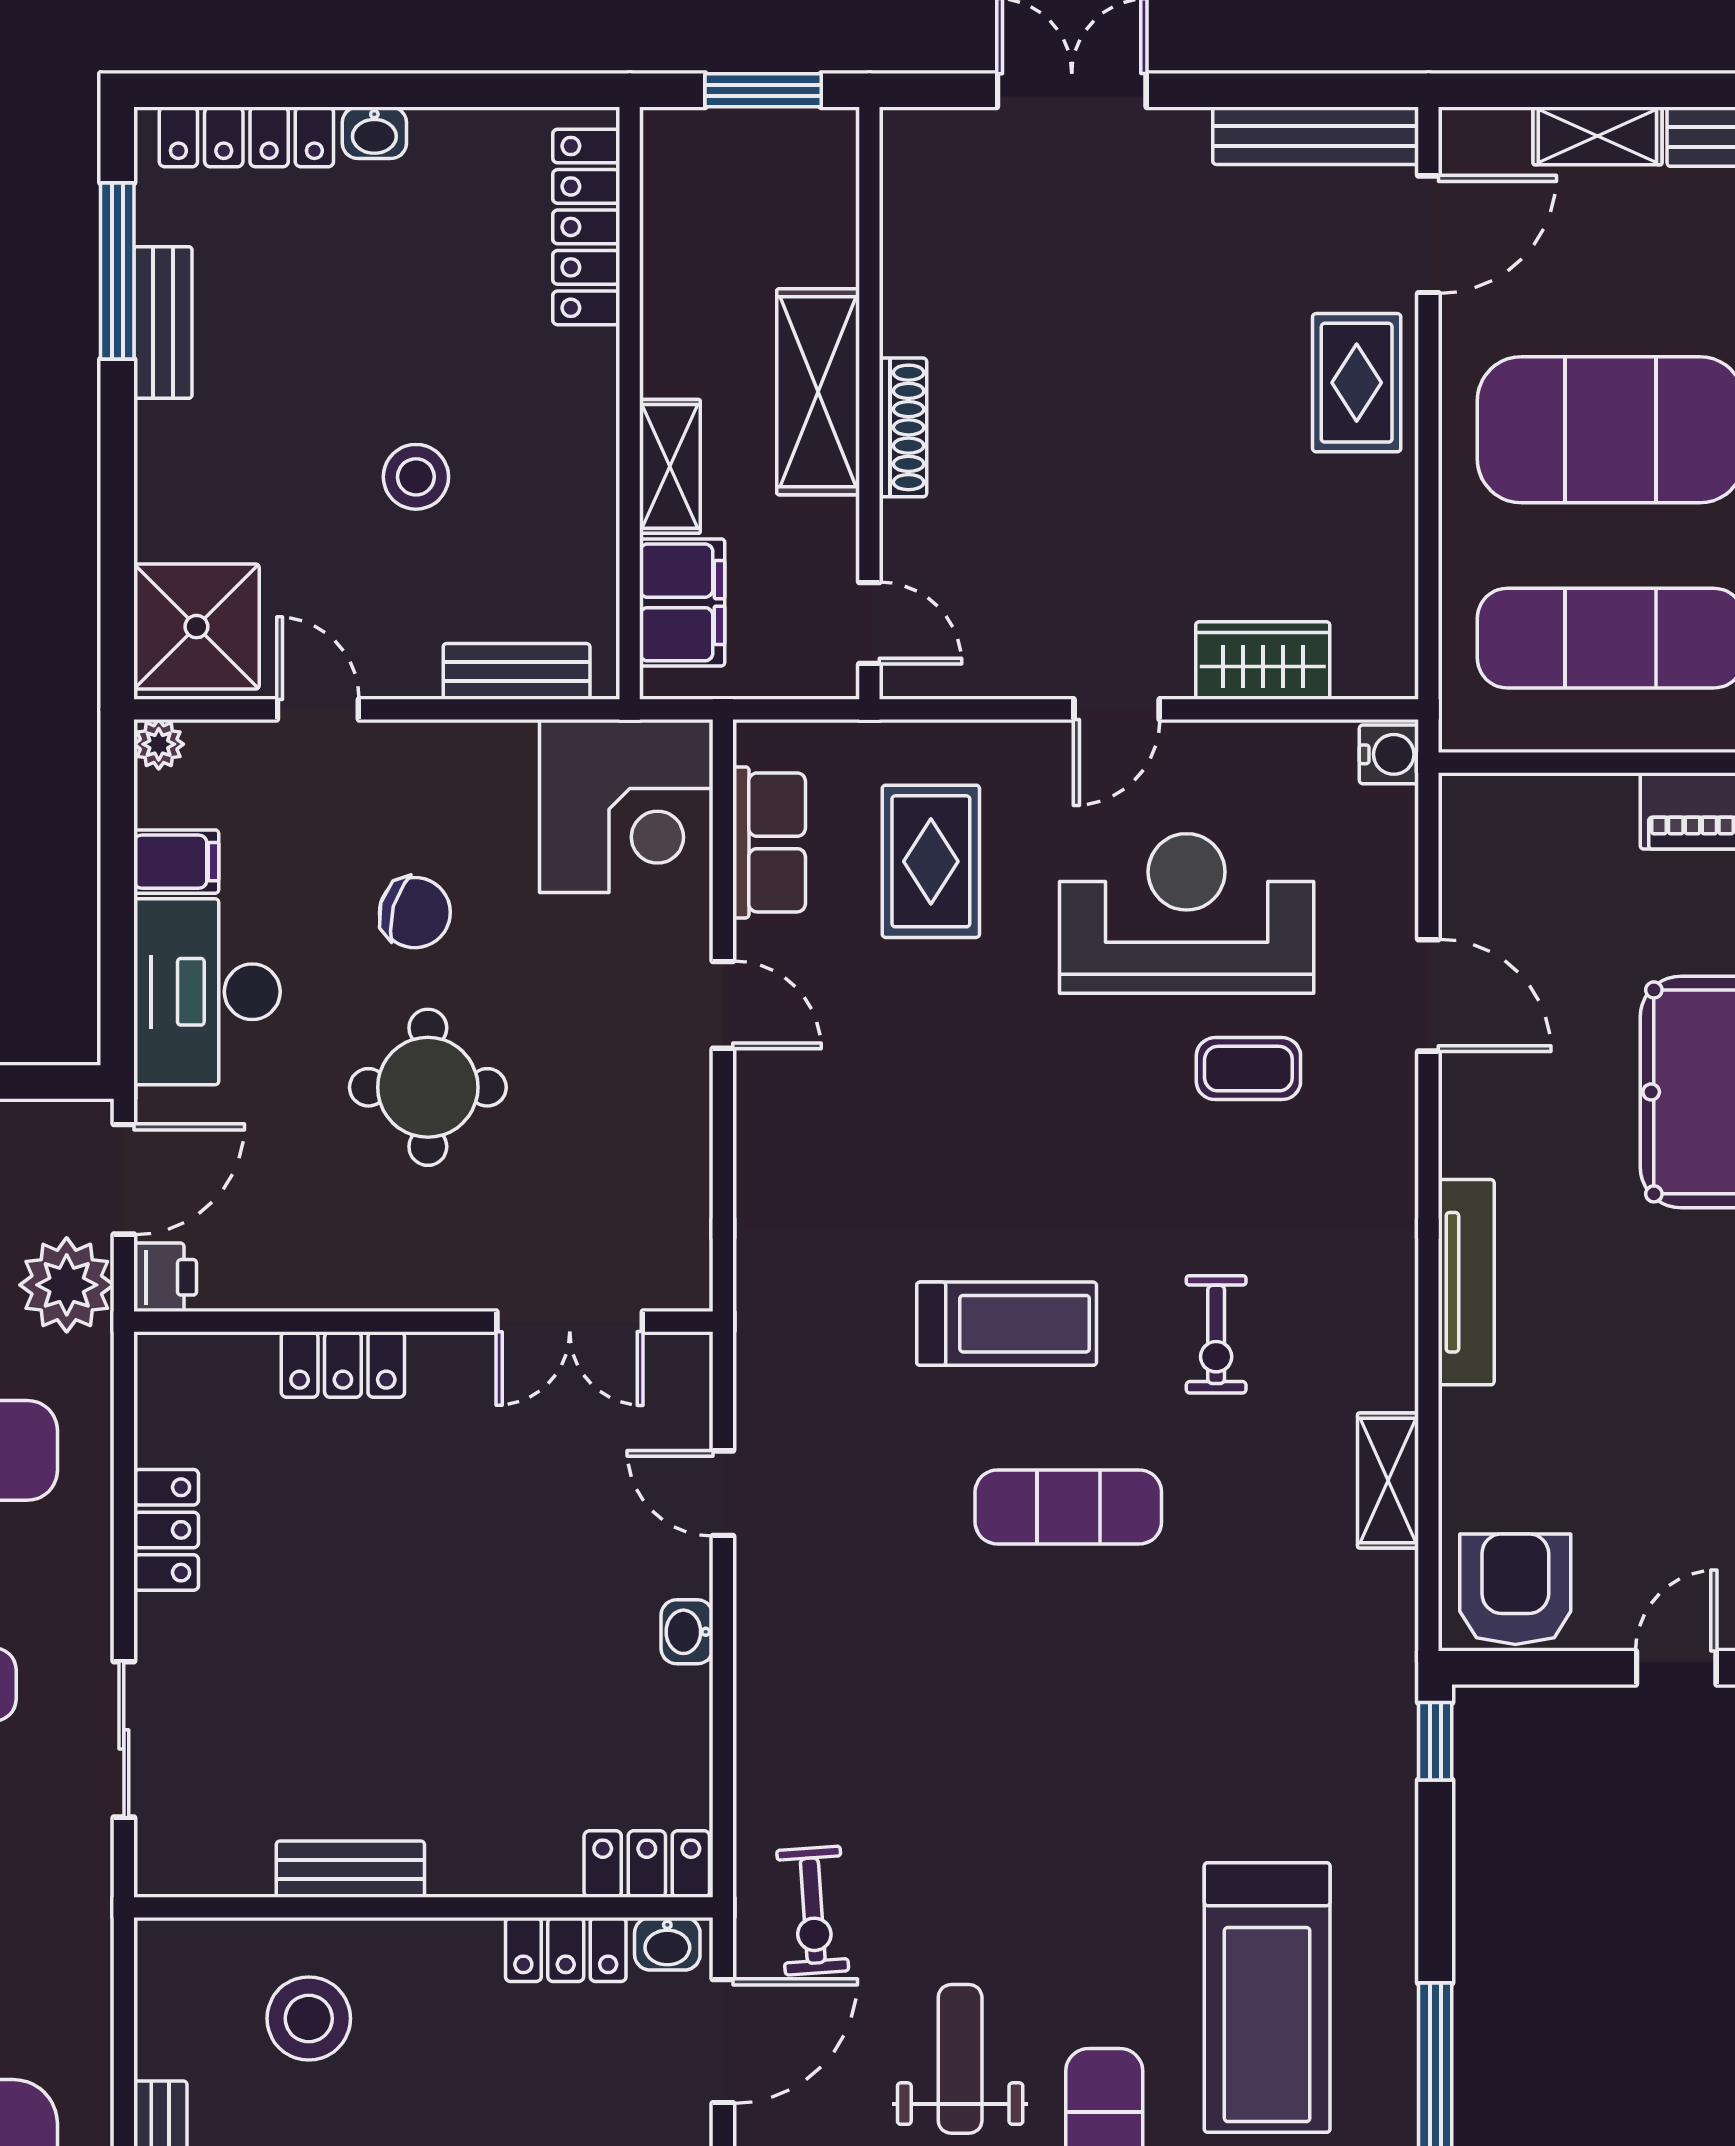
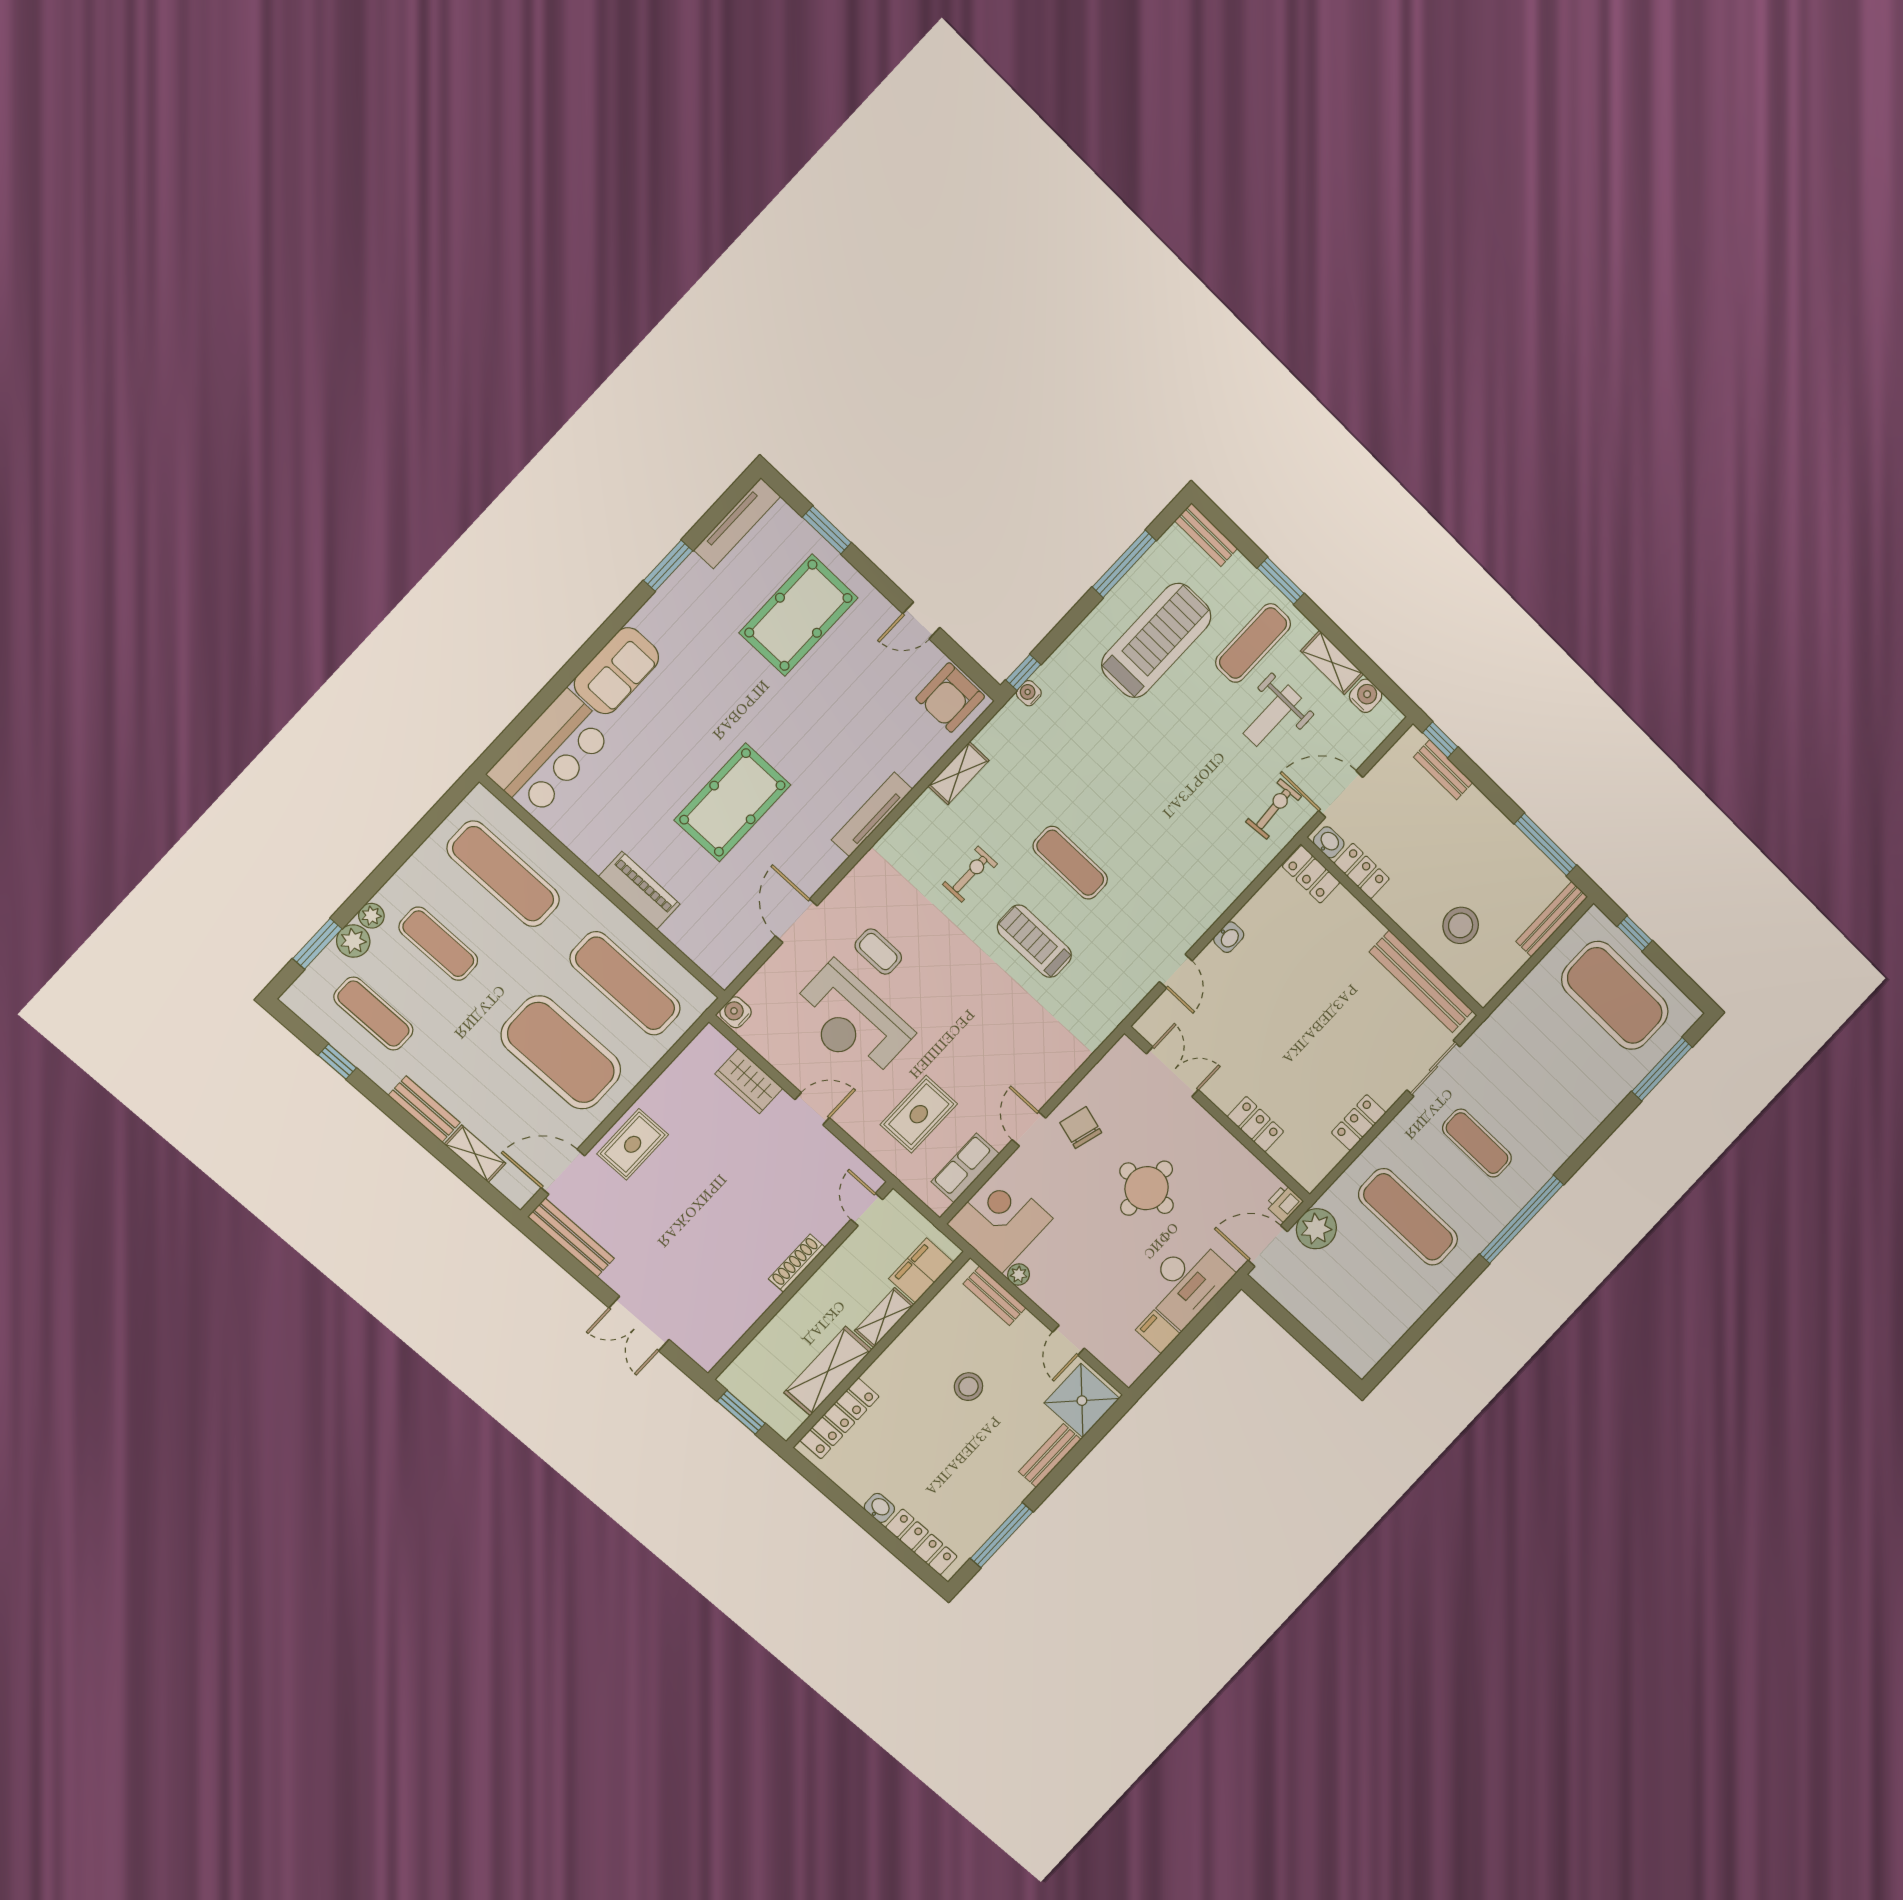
bench: (163, 322) -> (1050, 1456), moved
shelving: (818, 392) -> (828, 1371), moved
plant: (159, 744) -> (1019, 1275), moved
chair: (415, 913) -> (1081, 1128), moved
water cooler: (1395, 1716) -> (1029, 693), added
bench: (350, 1869) -> (1421, 982), width x1.86, depth x1.21

